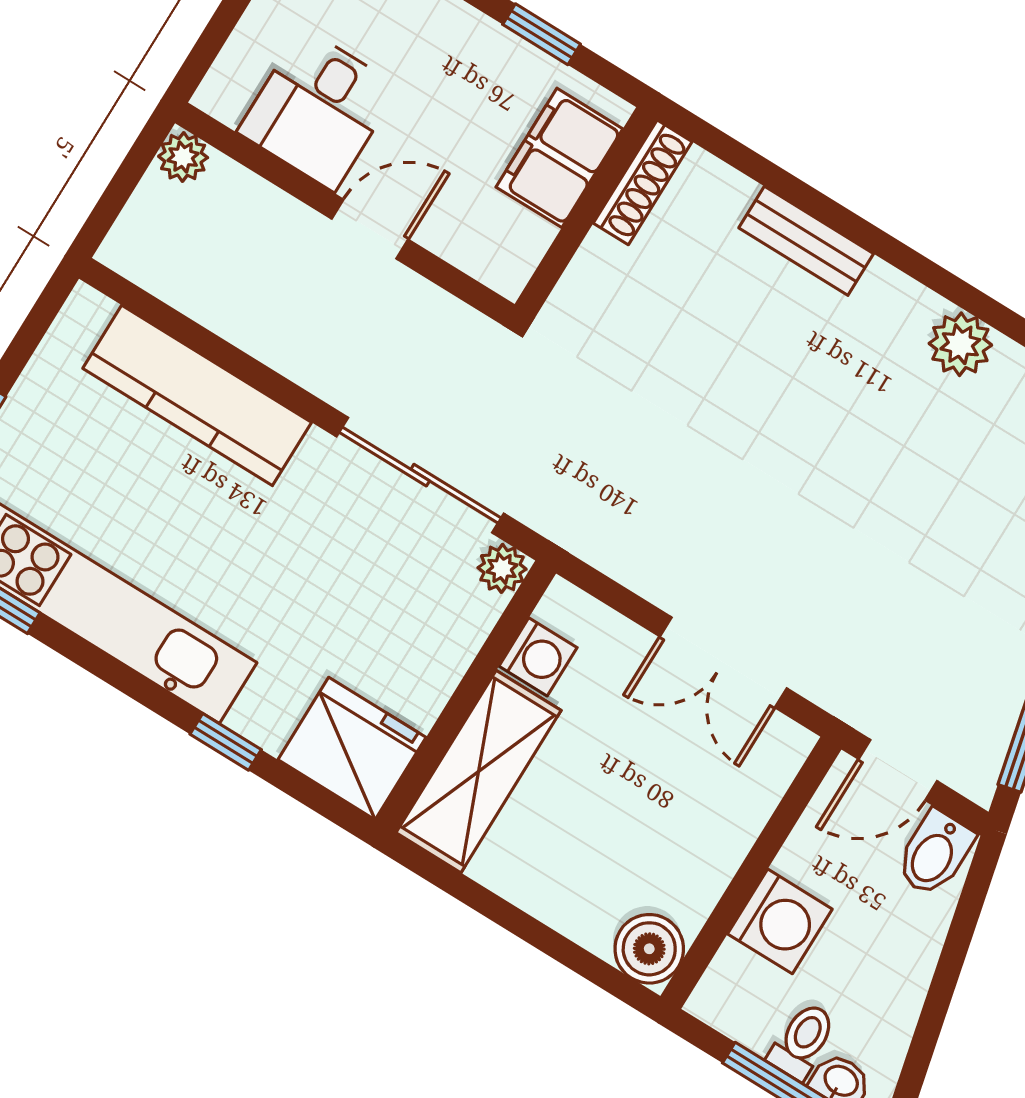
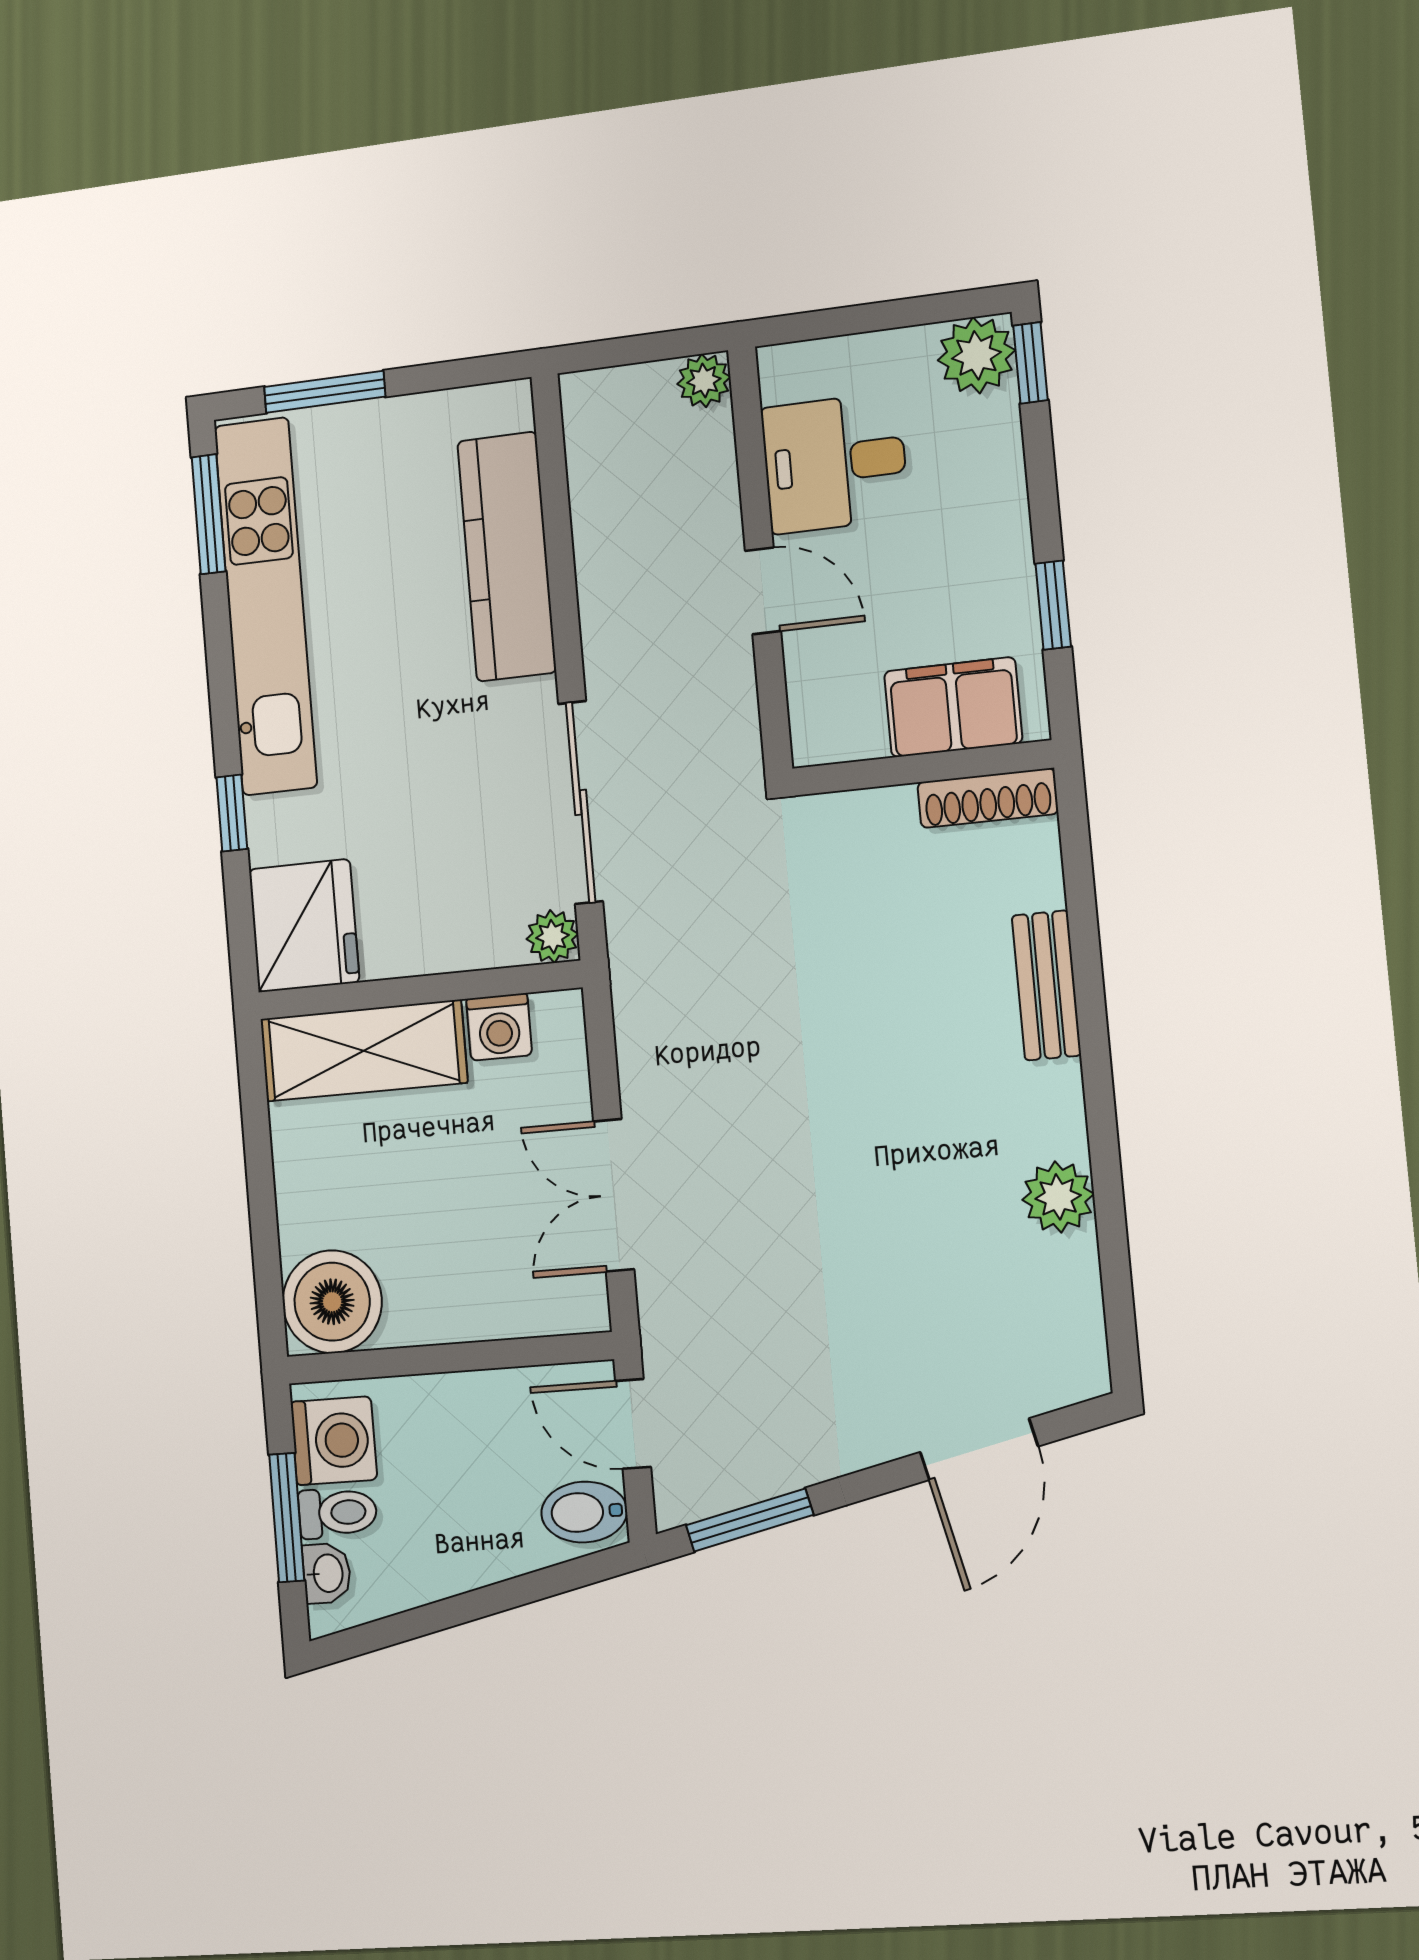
washing machine: (780, 921) -> (334, 1441), moved, turned -90
boiler: (649, 949) -> (332, 1302), width x1.37, depth x1.37

